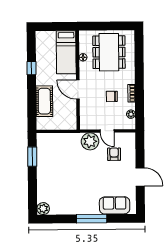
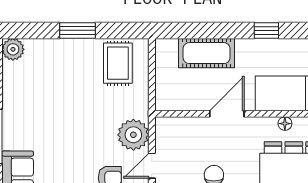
rug: (50, 150) -> (118, 63), added
window: (32, 157) -> (78, 30), moved

